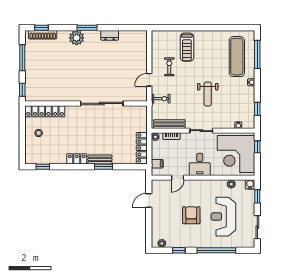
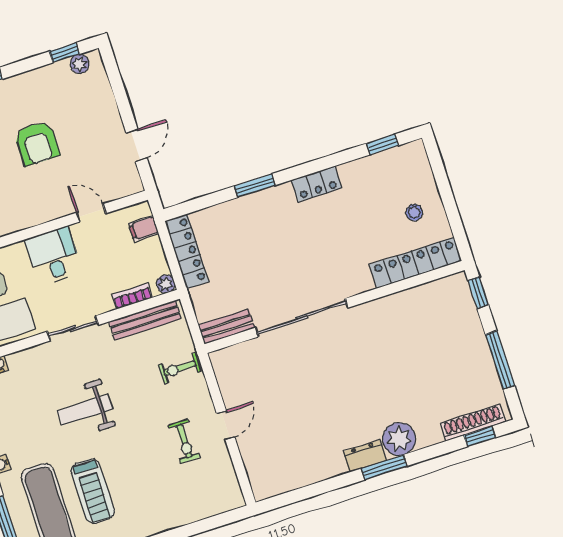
dresser: (110, 35) -> (365, 456), moved
treadmill: (187, 47) -> (93, 491), moved, turned 180
door: (149, 80) -> (226, 425), moved
weight bench: (208, 94) -> (85, 410), turned -90
bench: (100, 159) -> (227, 326), moved
door: (178, 178) -> (91, 213), hinge flipped
window: (179, 250) -> (65, 53), moved

